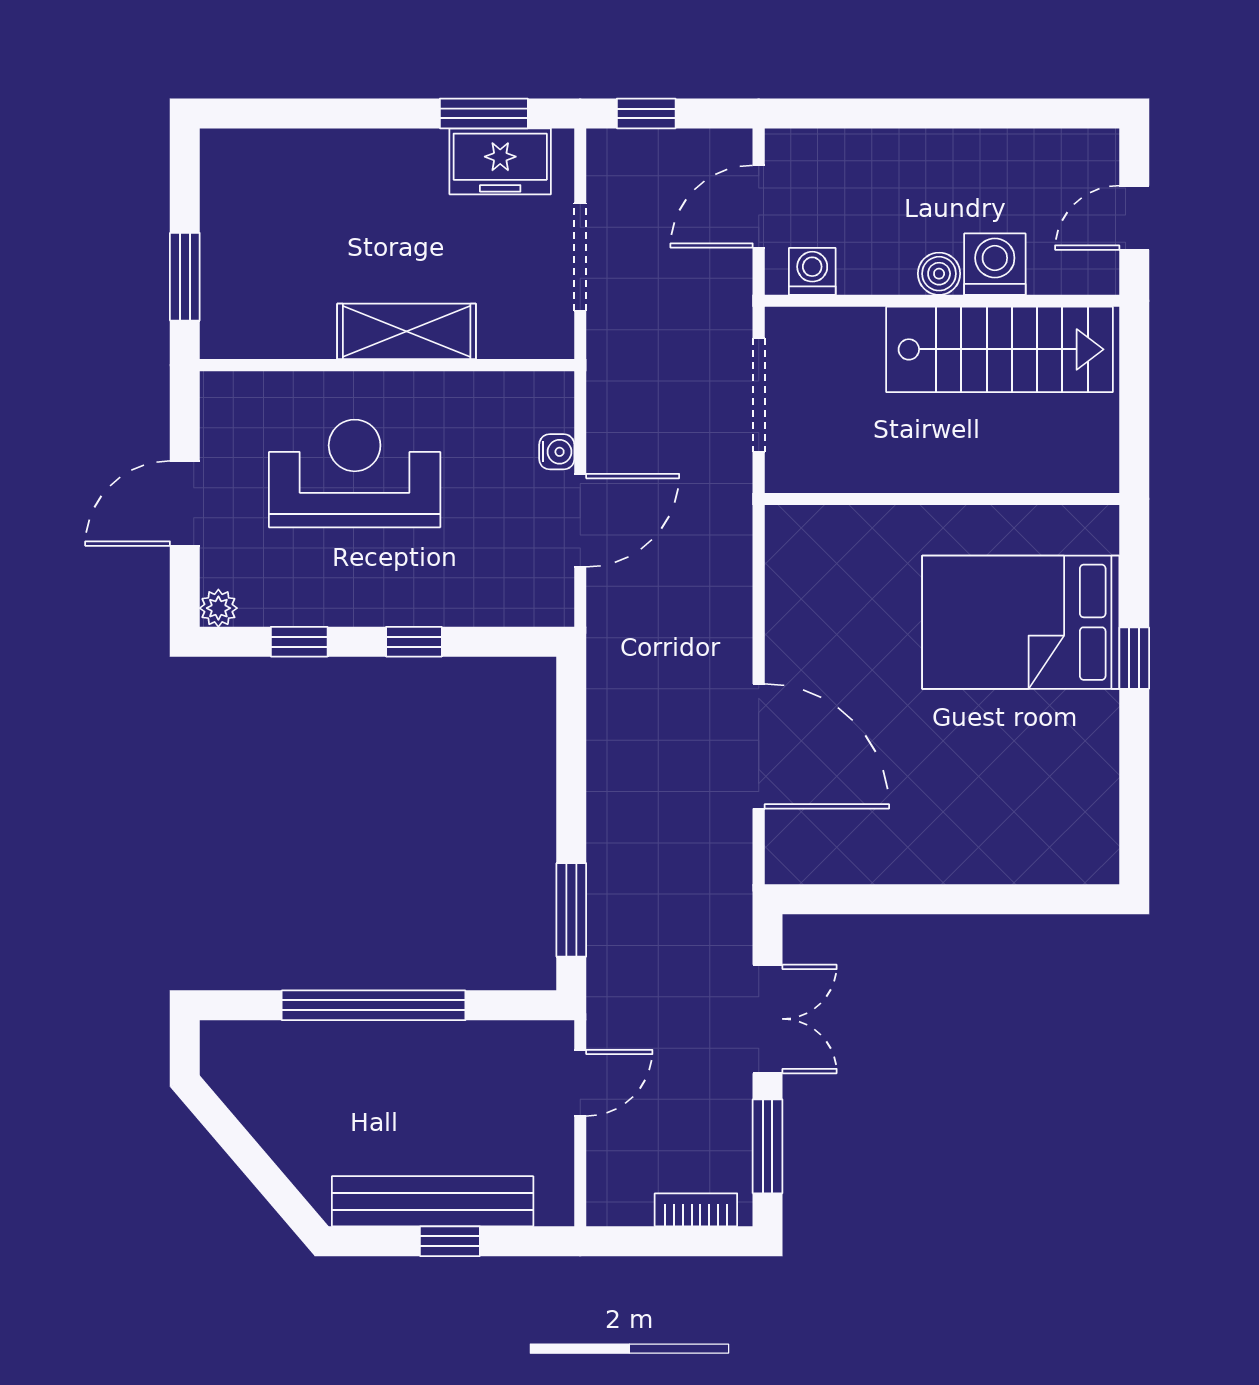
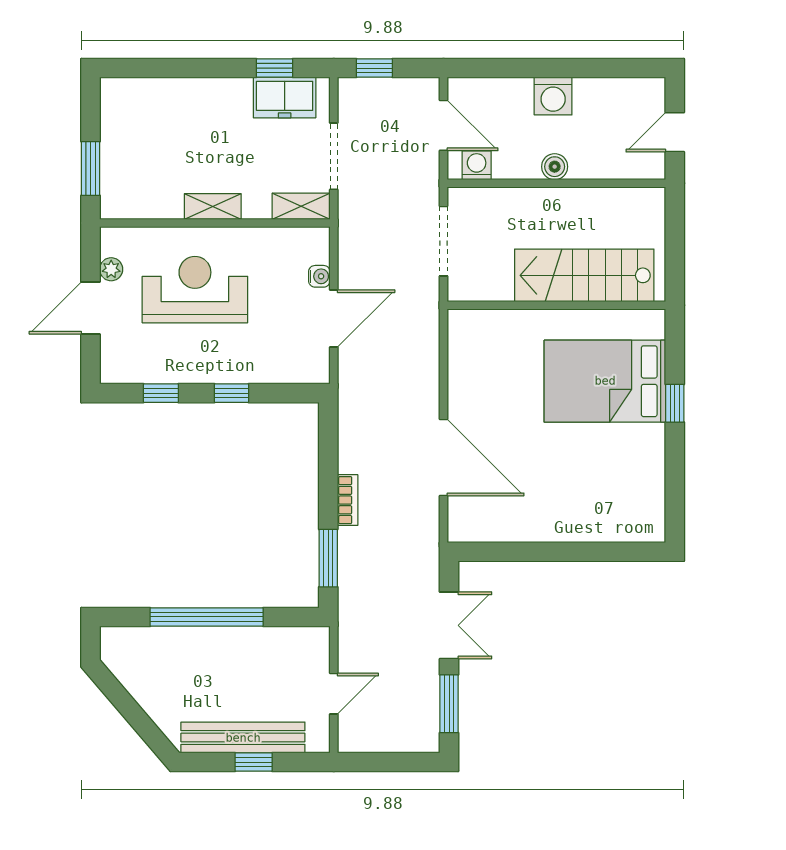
window: (484, 113) -> (274, 68), width x0.67
door: (759, 207) -> (444, 125), swing flipped
washing machine: (995, 264) -> (553, 96), moved, turned 180
shelving: (407, 331) -> (213, 207), width x0.67, depth x0.75
shelving: (527, 338) -> (301, 206), added
stairs: (999, 349) -> (584, 275), moved, turned 180
plant: (218, 608) -> (111, 269), moved
door: (580, 1083) -> (334, 694), moved
bookcase: (696, 1210) -> (348, 500), moved, turned 90

